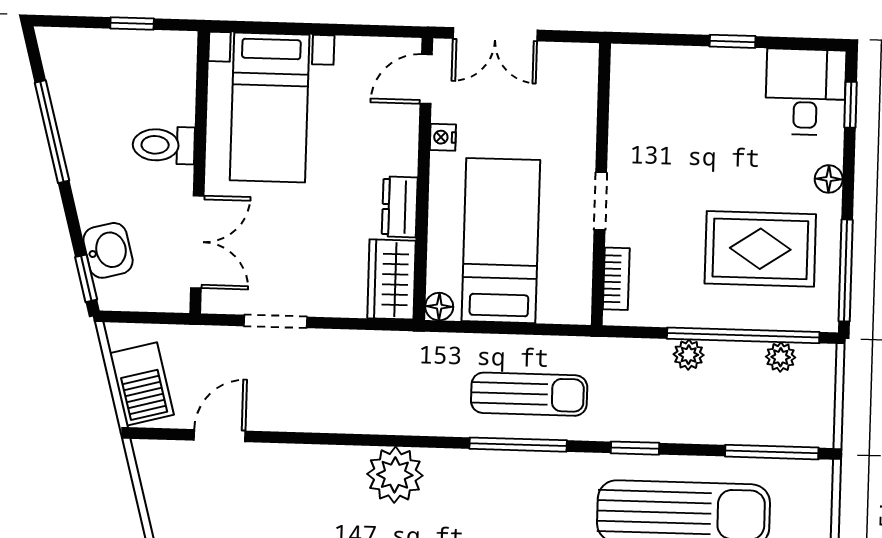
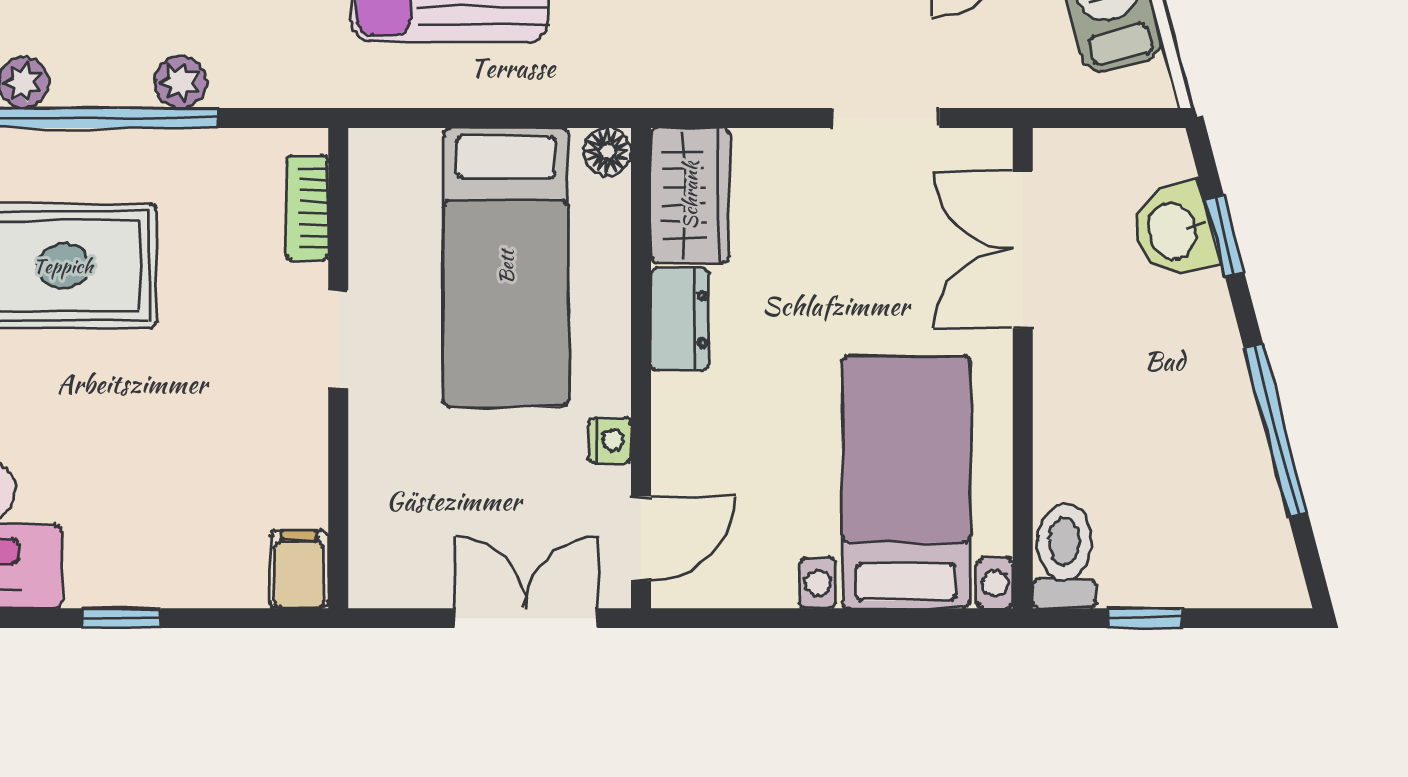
filing cabinet: (627, 67) -> (299, 569), added
toilet: (164, 145) -> (1064, 556), moved, turned -90
window: (86, 278) -> (1224, 236), moved

